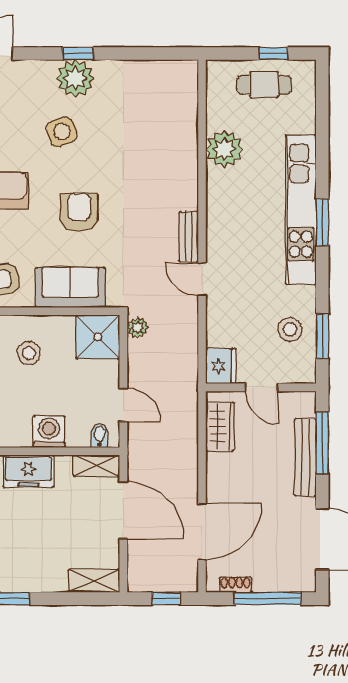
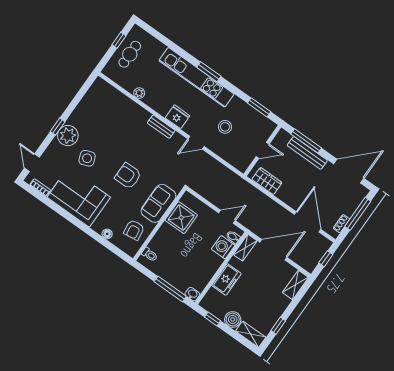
plant: (224, 149) -> (139, 93), width x0.53, depth x0.53
bench: (189, 237) -> (161, 127), moved
plant: (138, 328) -> (197, 186), removed
stool: (290, 329) -> (225, 127), moved
shower: (98, 337) -> (181, 218), moved
stool: (29, 353) -> (174, 242), removed
fridge: (221, 366) -> (177, 117), moved
washing machine: (49, 432) -> (223, 247), moved

